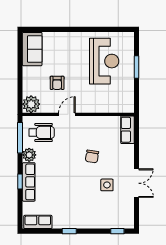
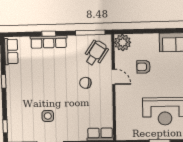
wheelchair: (42, 132) -> (96, 53), turned -146
plant: (29, 155) -> (74, 42), removed
chair: (92, 156) -> (85, 83), moved

